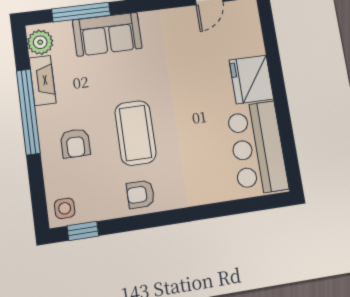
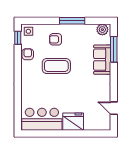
fireplace: (43, 80) -> (85, 29), removed
window: (28, 112) -> (72, 21), width x0.68
armchair: (141, 194) -> (28, 54), moved

